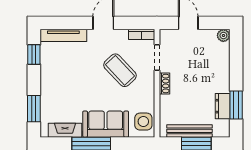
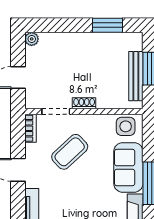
dresser: (223, 106) -> (109, 40), removed

